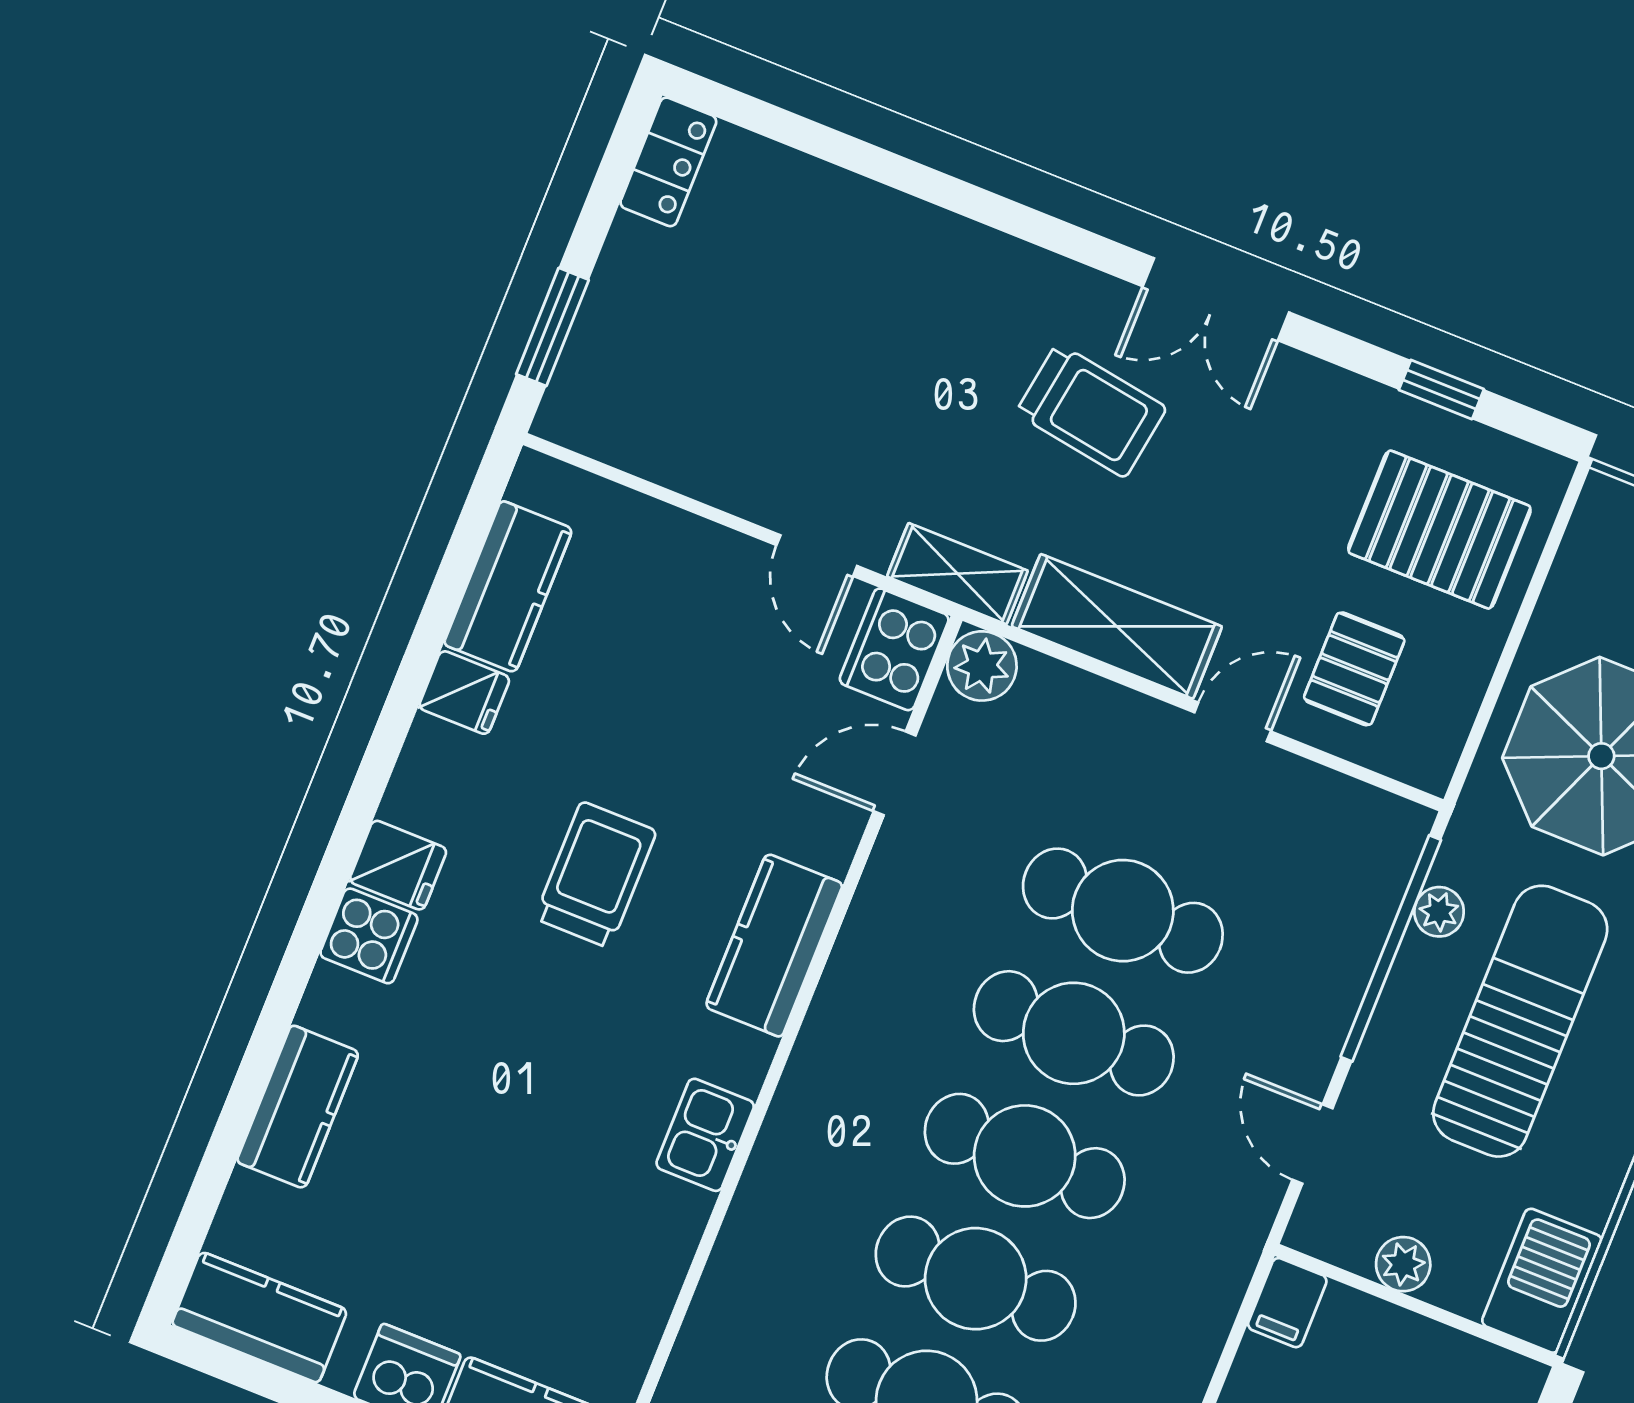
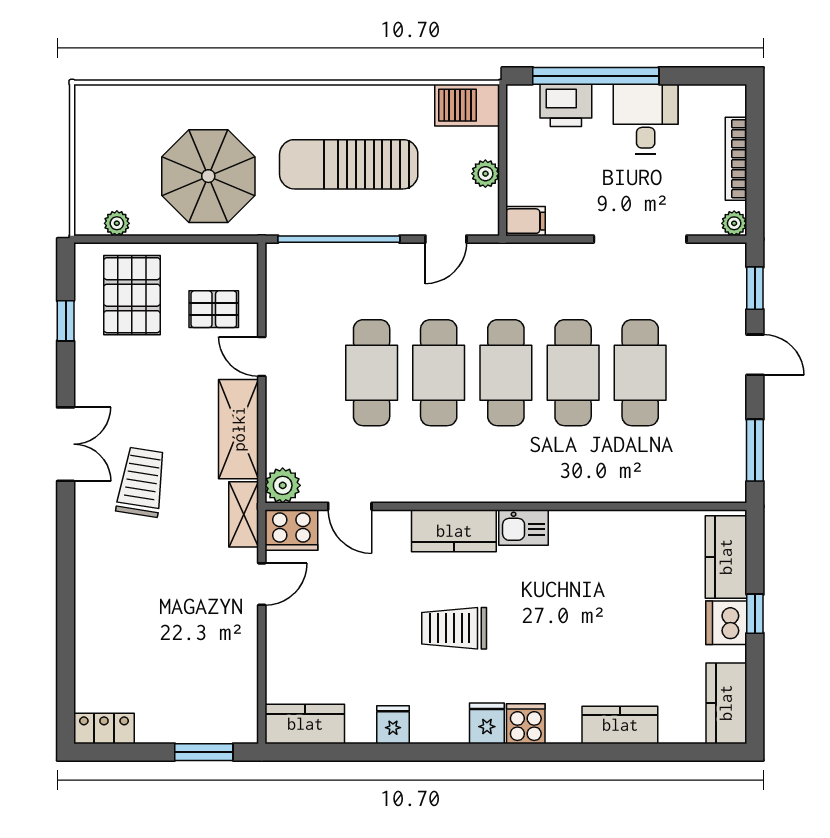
kitchen counter: (508, 587) -> (305, 724), moved
plant: (1439, 912) -> (117, 223), moved
kitchen sink: (705, 1135) -> (523, 528), moved

